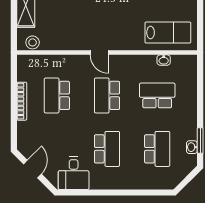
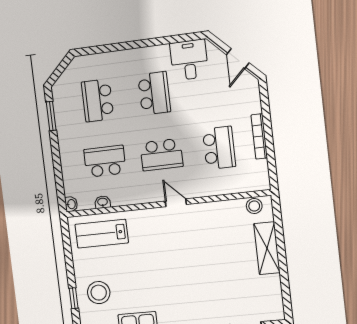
school desk: (107, 95) -> (161, 155), turned 90
school desk: (157, 95) -> (105, 161), turned 180
washbasin: (192, 147) -> (71, 204), moved
school desk: (107, 149) -> (154, 93), turned 180

